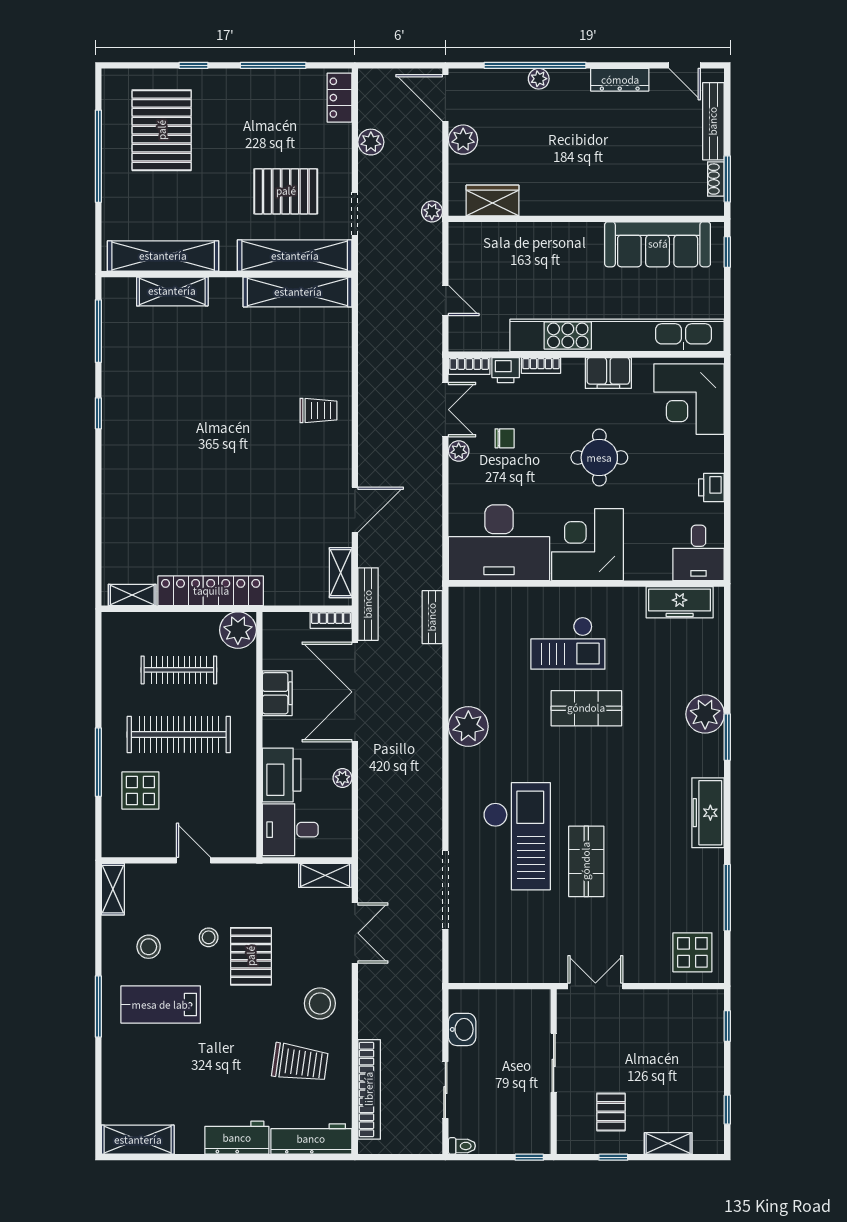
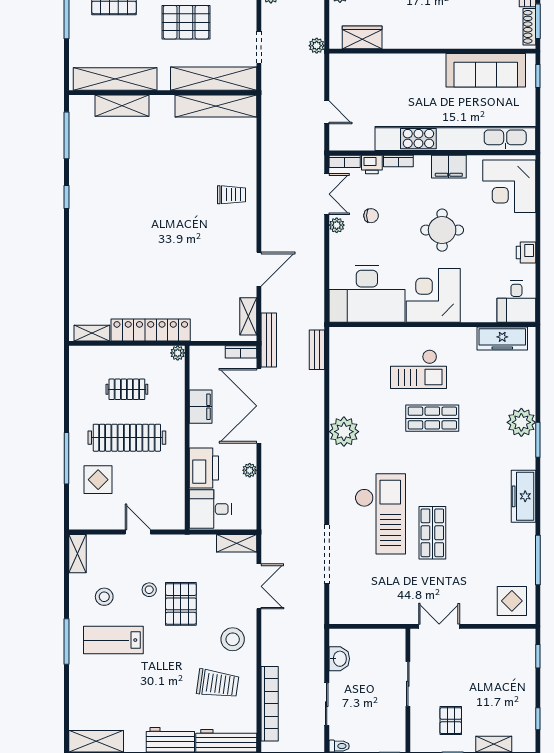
shoe rack: (716, 179) -> (529, 27), width x1.43
pallet: (286, 191) -> (186, 22), moved
plant: (238, 630) -> (178, 353), width x0.53, depth x0.53
clothes rail: (179, 670) -> (127, 389), width x0.73

